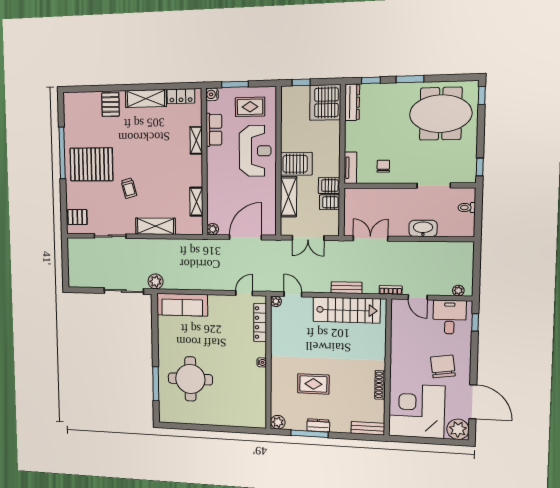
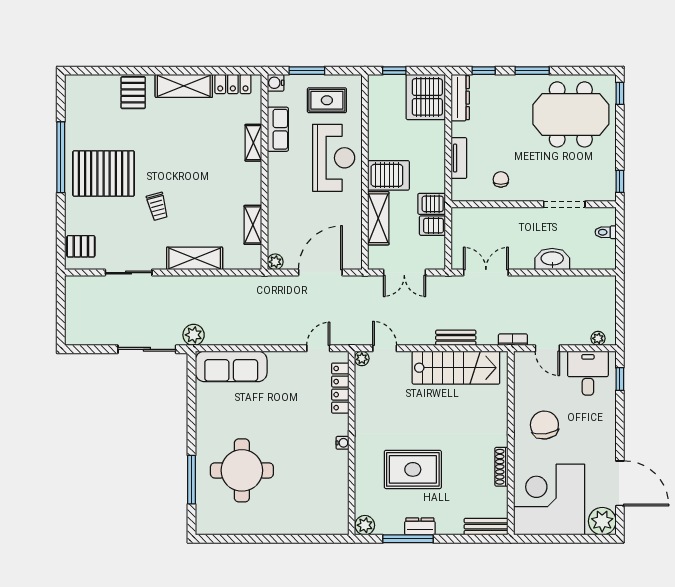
tv unit: (350, 168) -> (459, 158), moved
chair: (443, 366) -> (544, 425), moved
rug: (313, 384) -> (413, 469), width x1.36, depth x1.43

